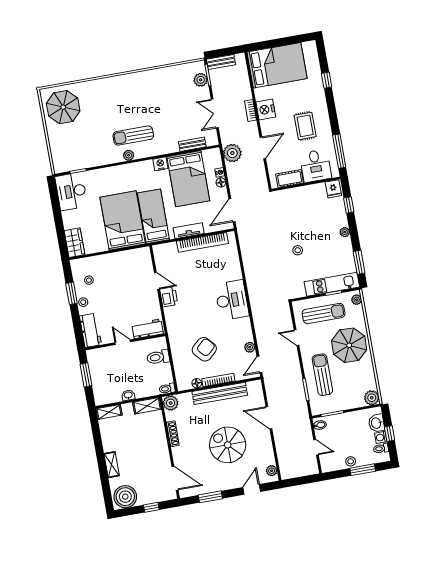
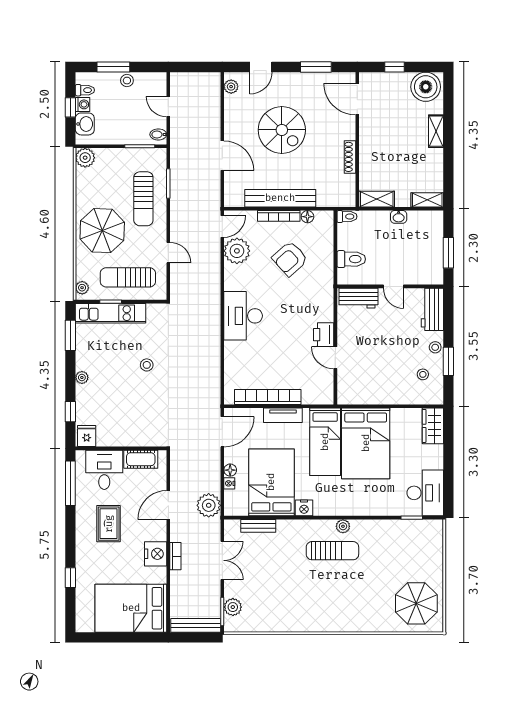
bench: (221, 62) -> (196, 625), width x1.36
plant: (250, 347) -> (237, 251), width x1.87, depth x1.87
plant: (171, 403) -> (346, 197), removed

